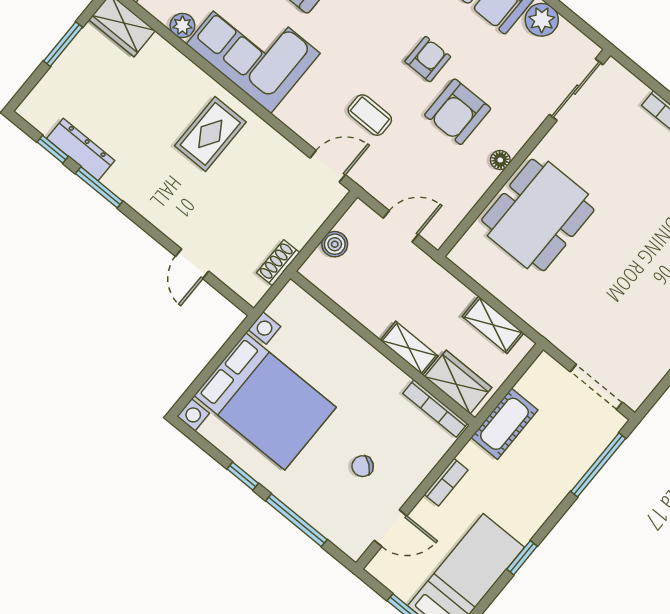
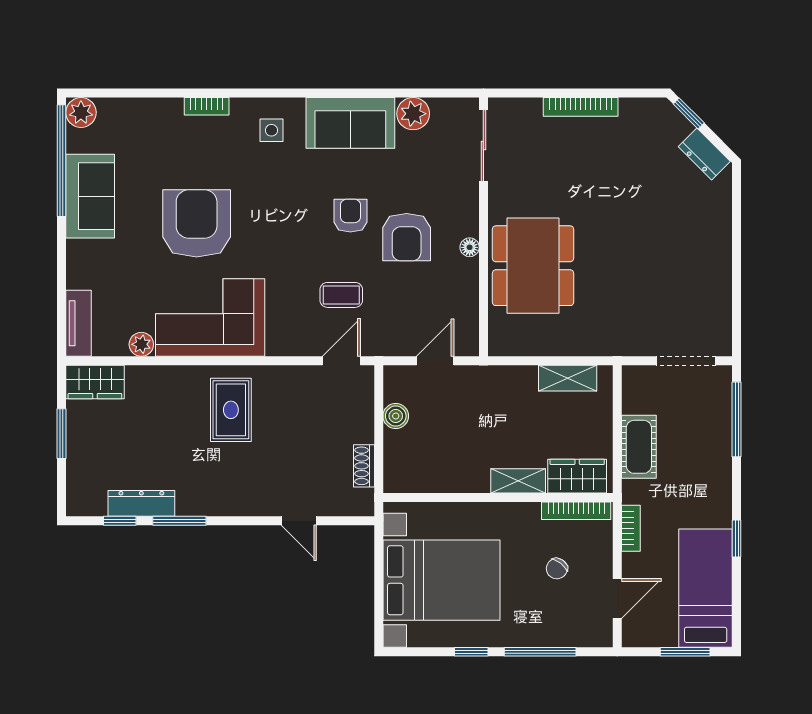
wall: (383, 348) -> (498, 497), moved
shelving: (409, 348) -> (518, 481), moved
wardrobe: (458, 382) -> (577, 476), moved
bookcase: (435, 408) -> (576, 511), moved

